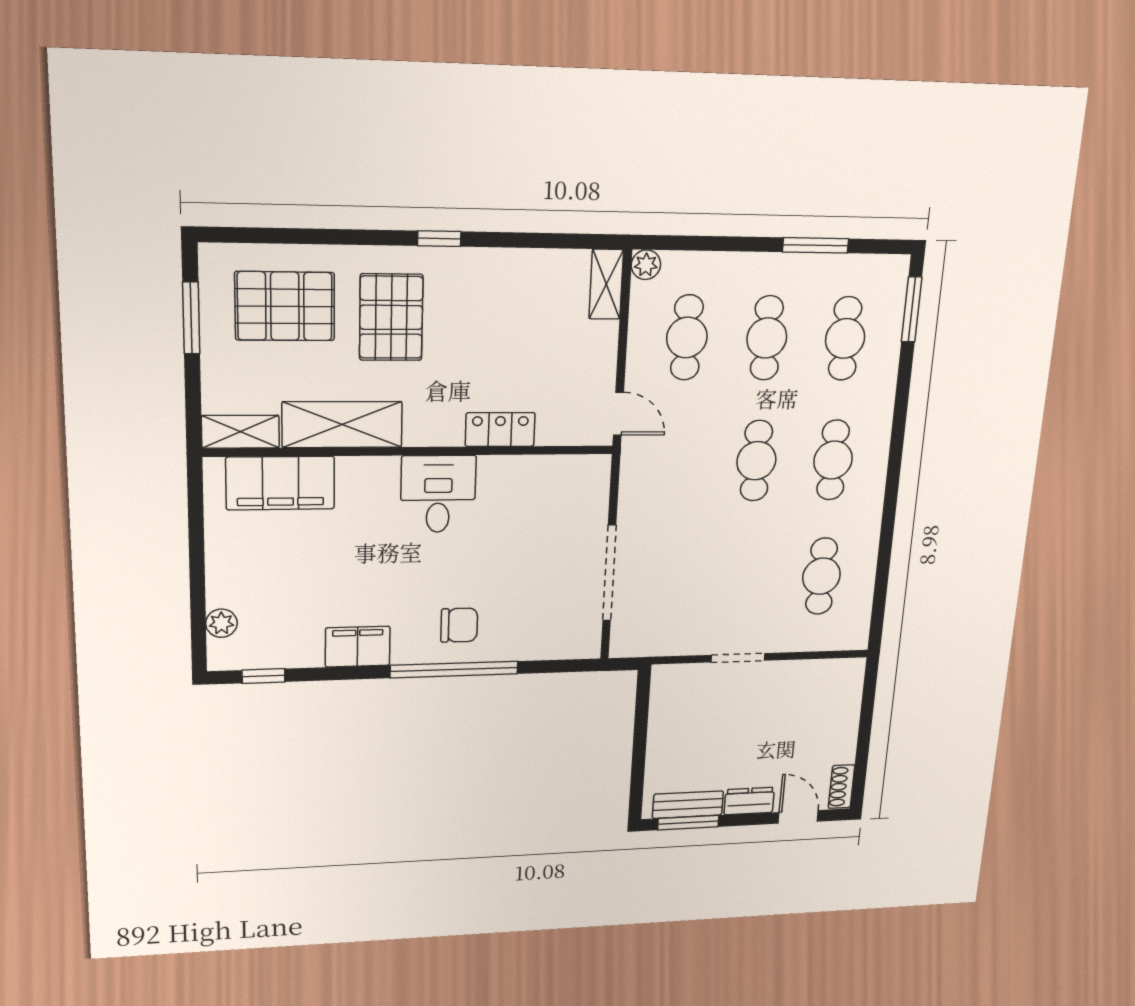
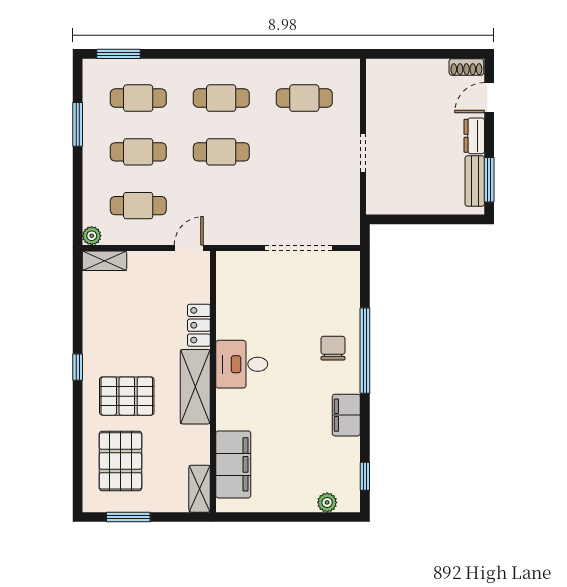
shelving: (342, 425) -> (195, 387), moved

